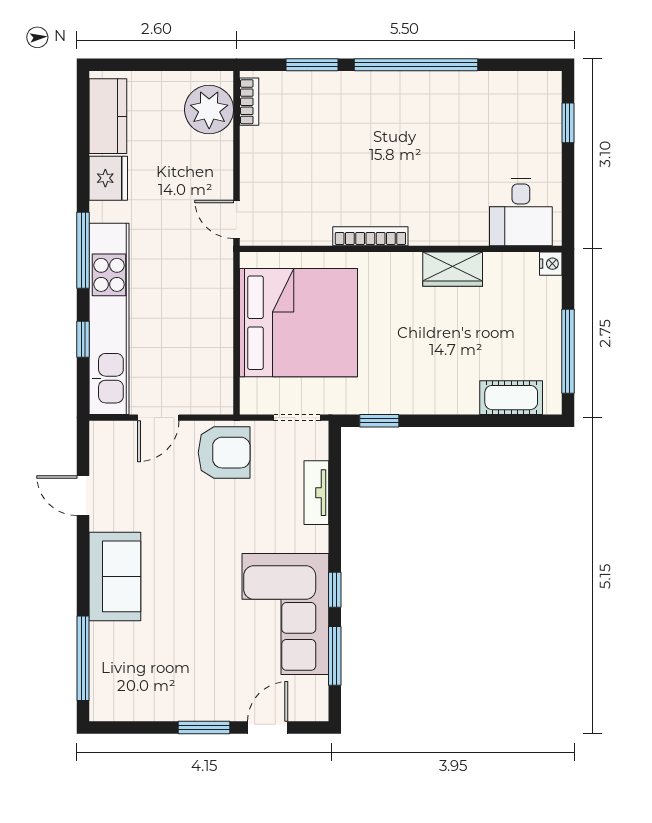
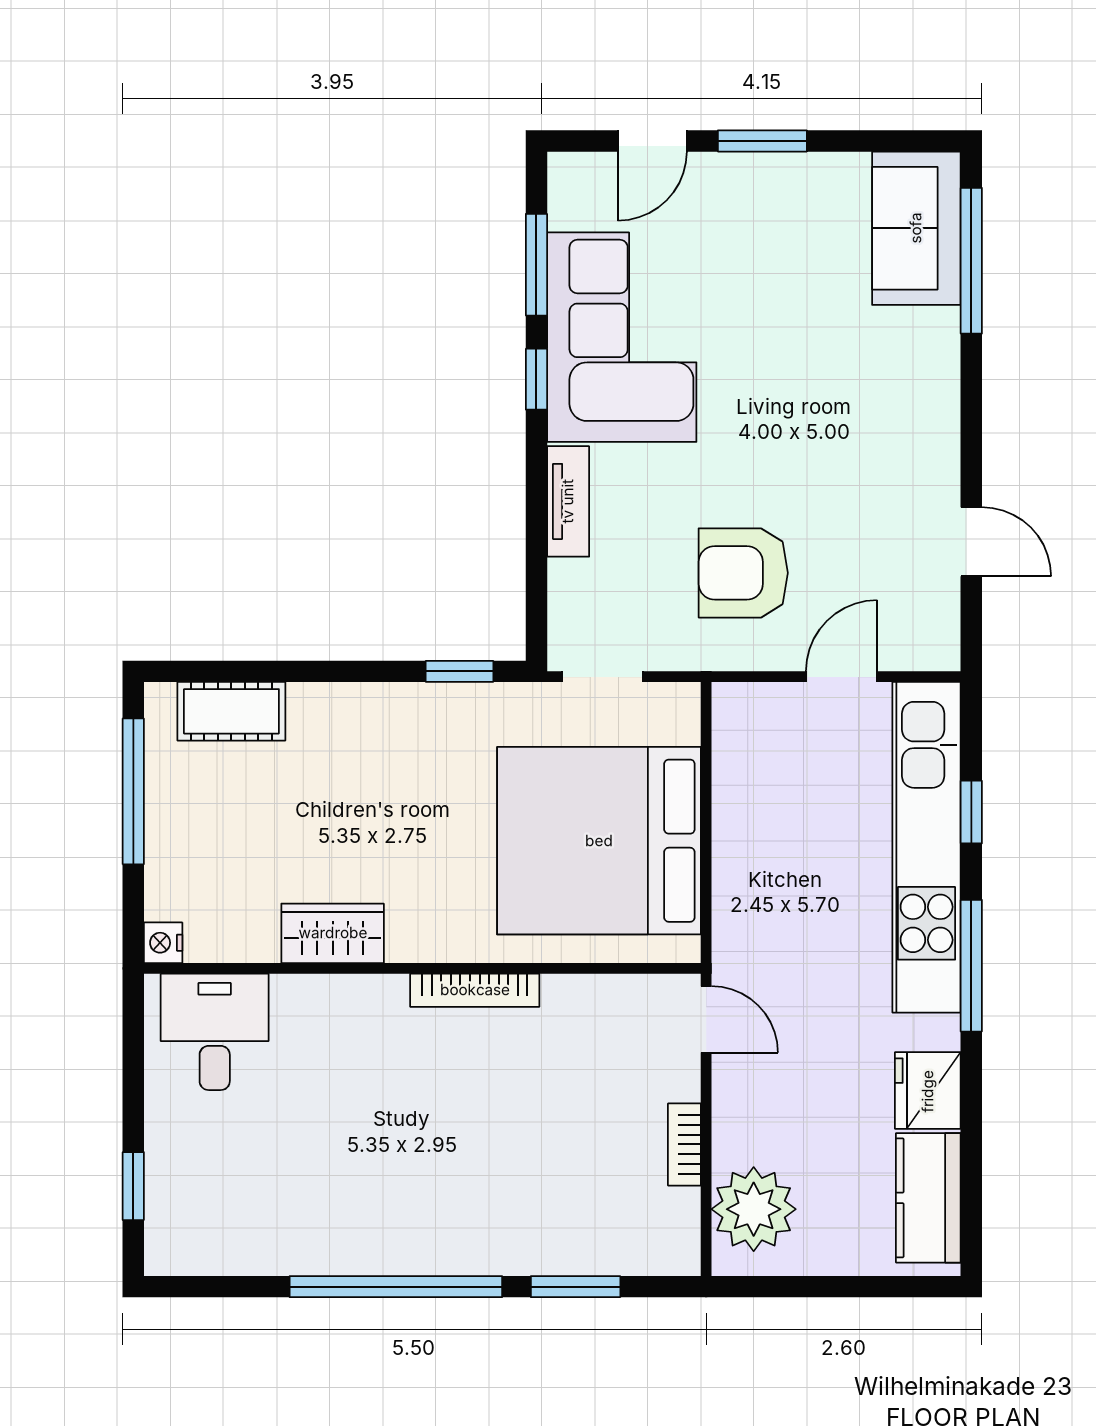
bookcase: (249, 102) -> (684, 1144), moved
armchair: (224, 453) -> (743, 573), moved
tv unit: (316, 493) -> (568, 501), moved
sofa: (115, 576) -> (916, 228), moved

